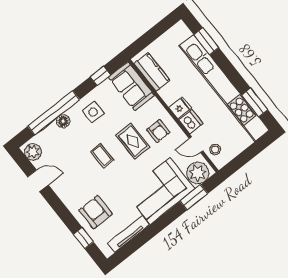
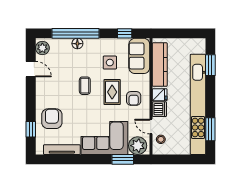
kitchen counter: (152, 72) -> (160, 65), width x1.50
side table: (93, 112) -> (110, 63), moved

